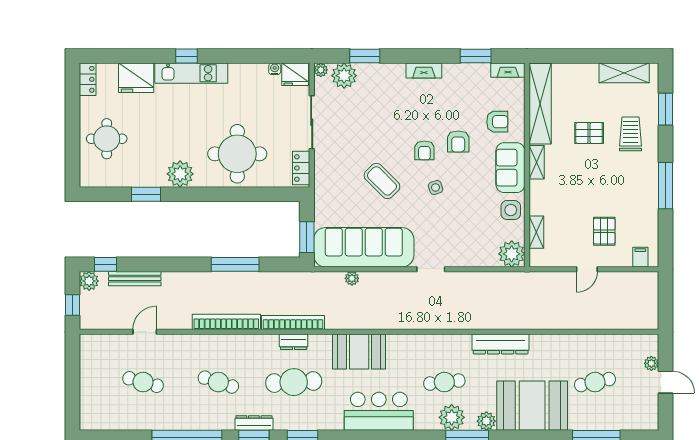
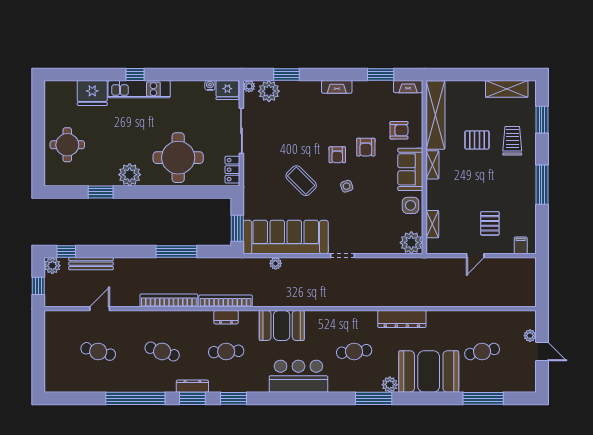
locker: (88, 79) -> (51, 94), removed
cafe table: (294, 382) -> (226, 351), width x0.73, depth x0.74
plant: (452, 417) -> (360, 382), removed

